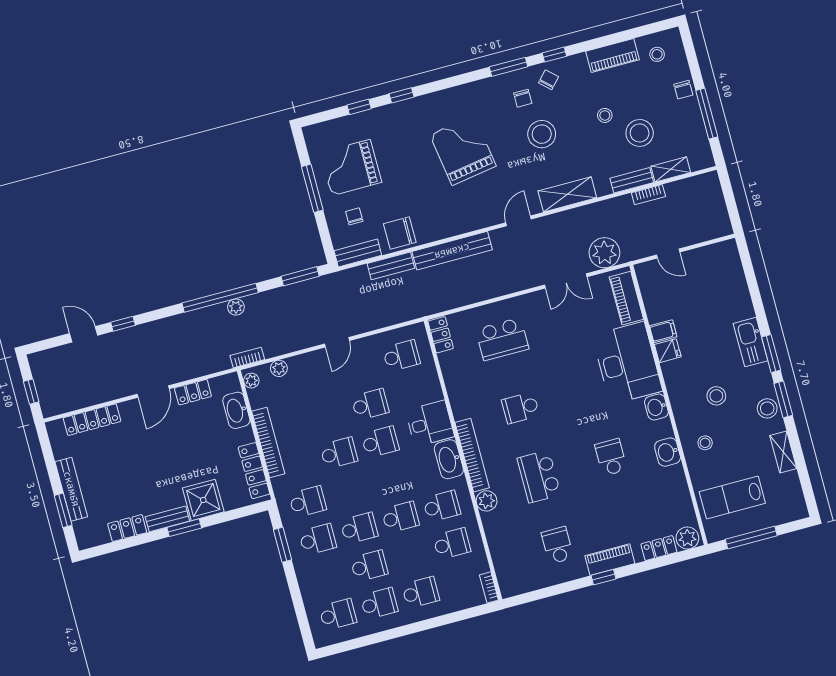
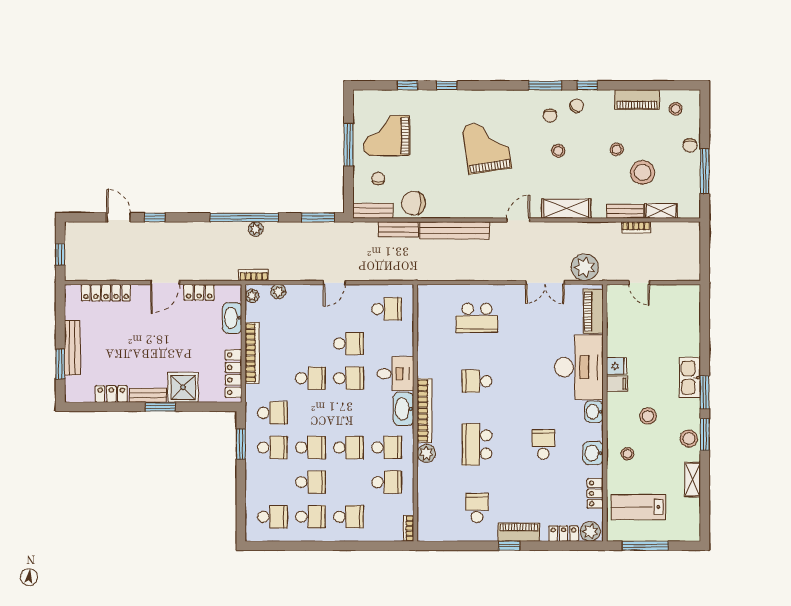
stool: (542, 134) -> (558, 151), width x0.53, depth x0.53
filing cabinet: (663, 331) -> (617, 384), moved
locker: (441, 335) -> (595, 493), moved, turned 180

